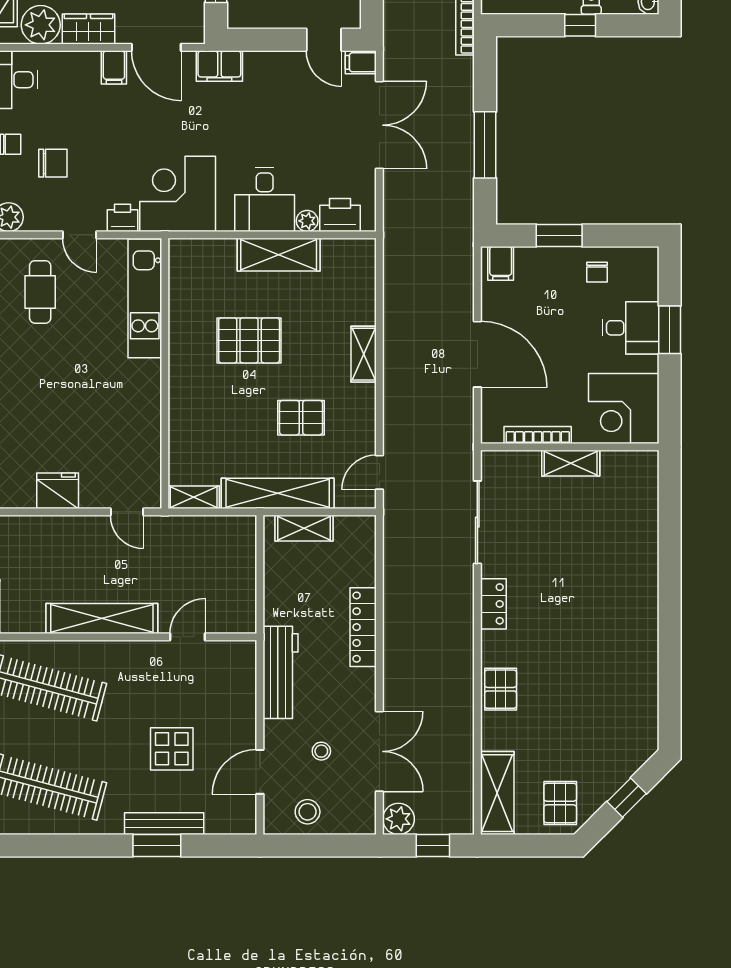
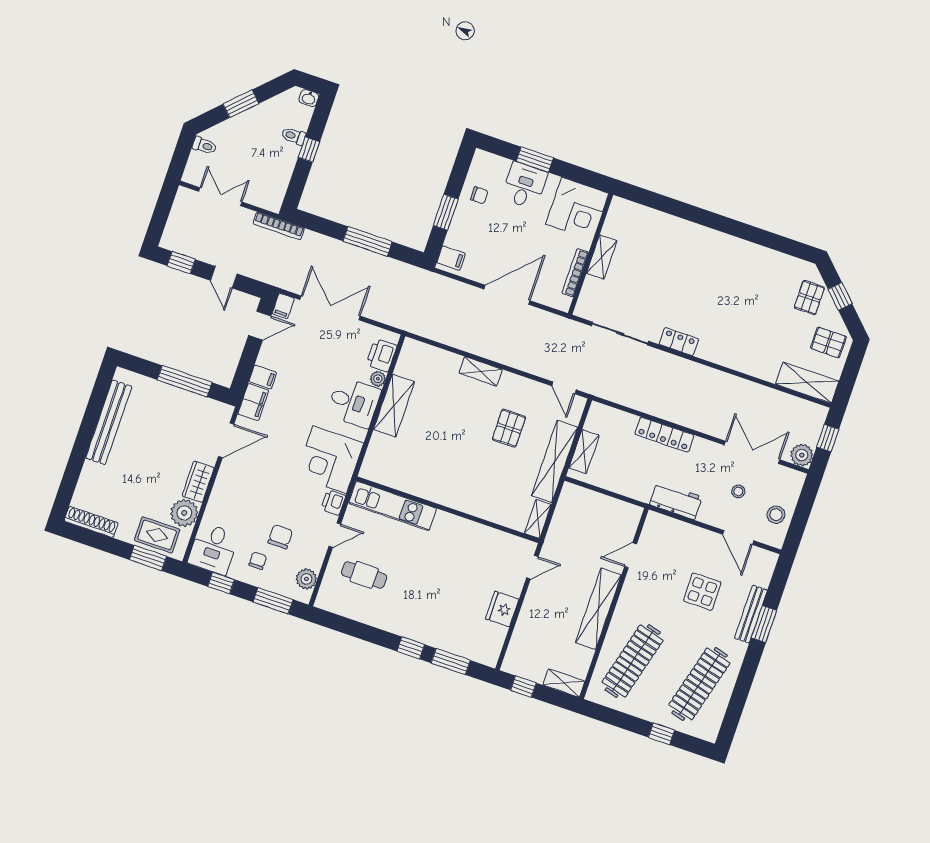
filing cabinet: (114, 67) -> (263, 377), moved
pallet: (249, 340) -> (445, 445), removed
door: (188, 637) -> (631, 555), hinge flipped
workbench: (281, 672) -> (676, 501), width x0.73
pallet: (501, 689) -> (809, 298), moved, turned 90

